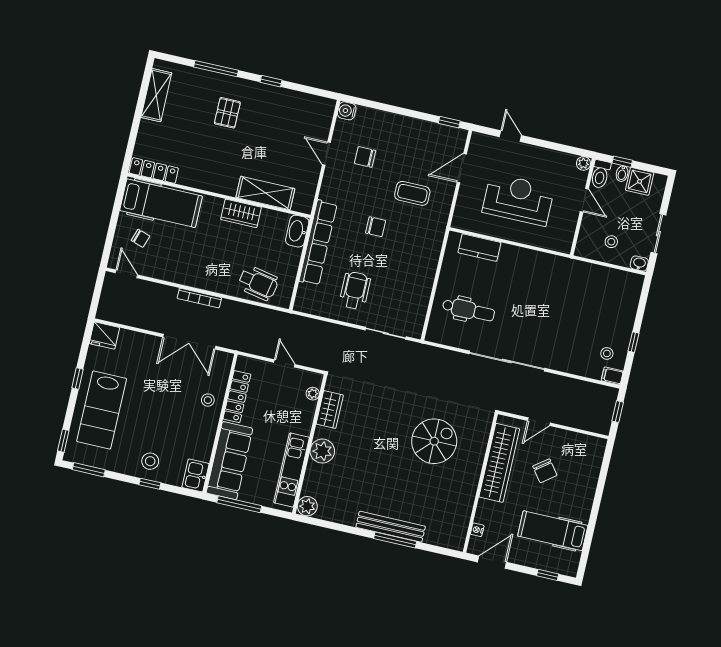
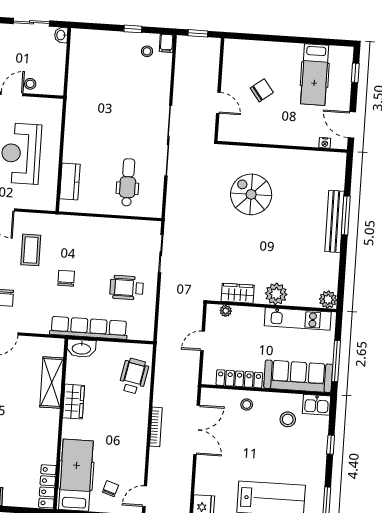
stool: (611, 242) -> (30, 84), moved
stool: (150, 461) -> (288, 419), moved
wardrobe: (499, 463) -> (261, 133), removed

